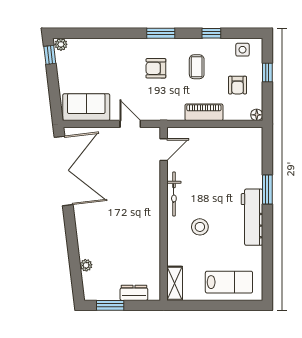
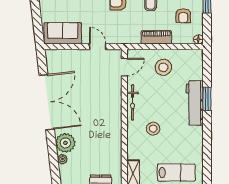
stool: (213, 150) -> (163, 67), added
double door: (64, 171) -> (47, 102), moved
workbench: (252, 217) -> (195, 103), moved
plant: (90, 245) -> (65, 143), added

